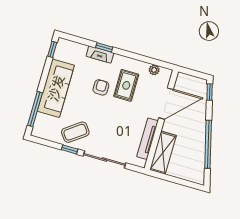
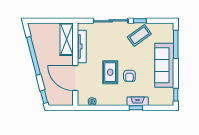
rug: (126, 85) -> (110, 72), moved
door: (166, 104) -> (75, 78), hinge flipped

